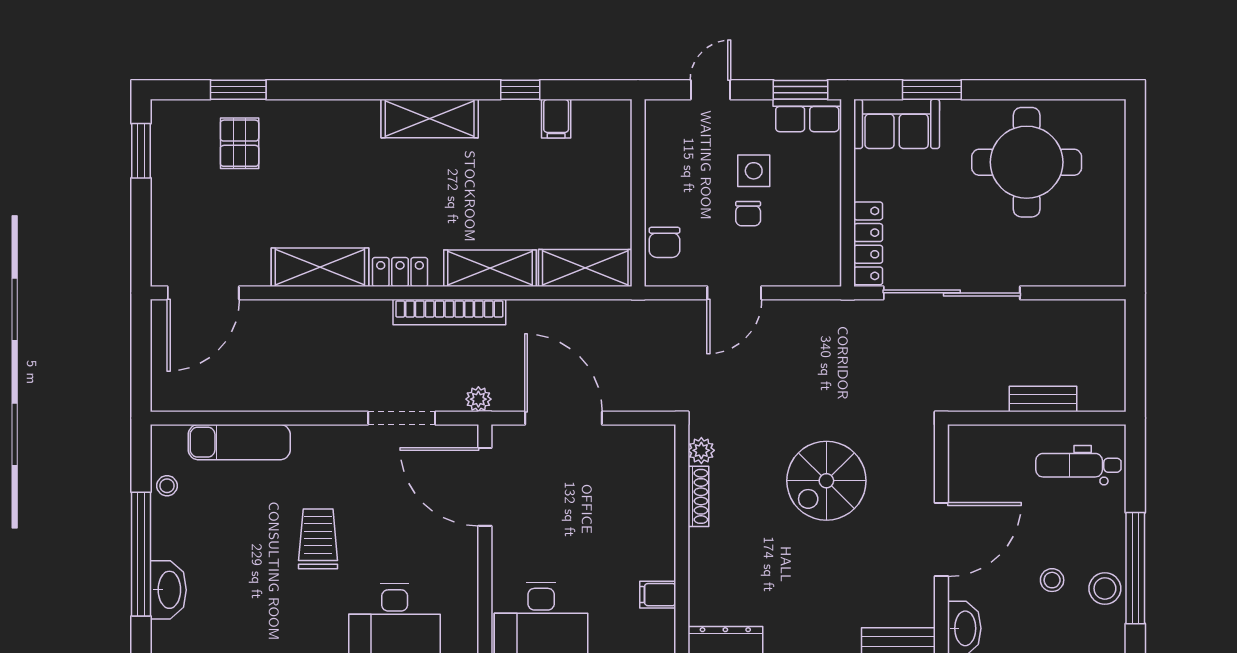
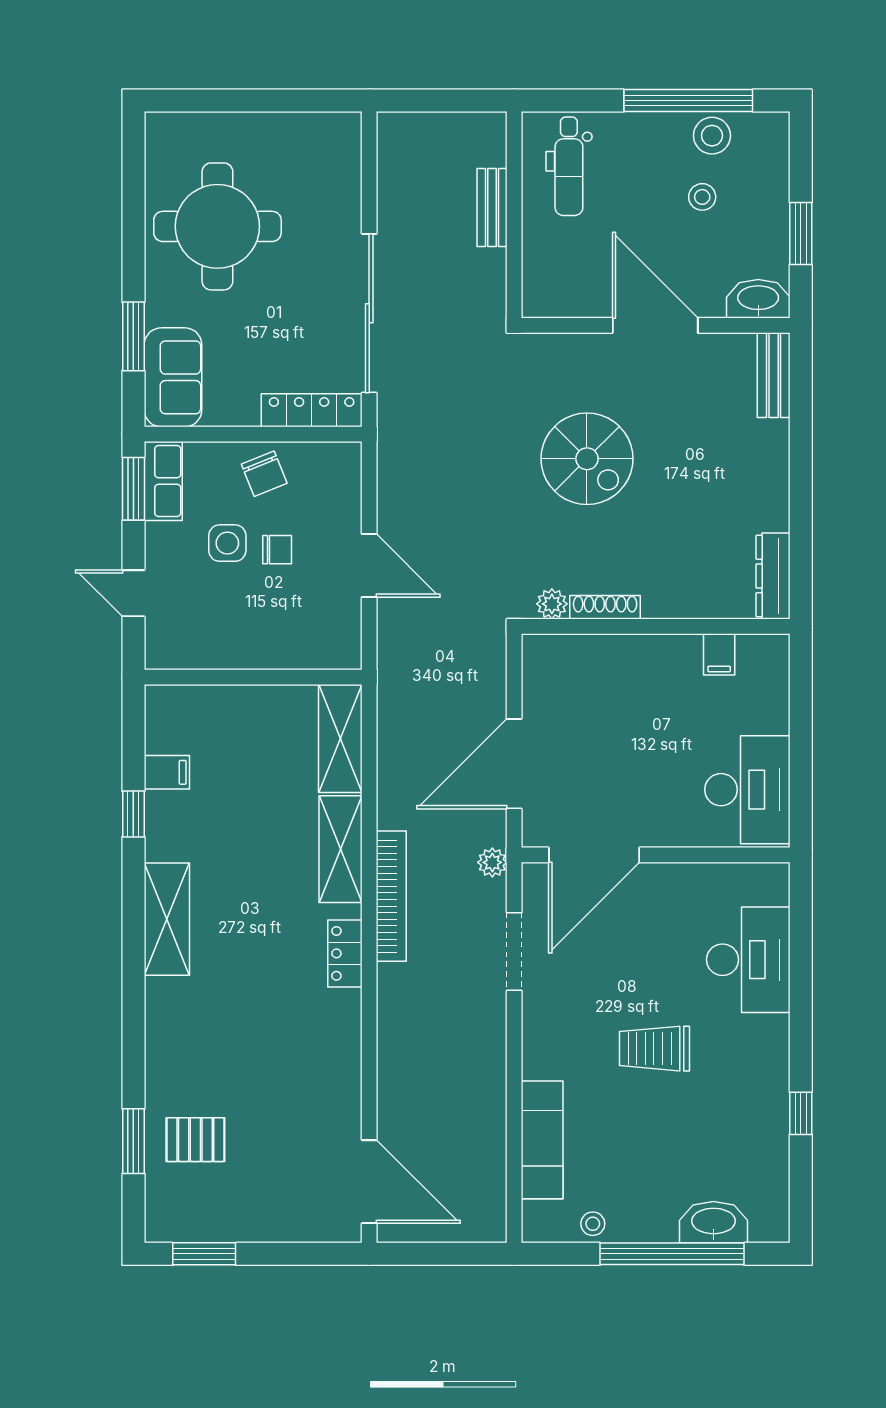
chair: (664, 242) -> (264, 474), moved, turned 68
shelving: (320, 267) -> (339, 1046), removed

